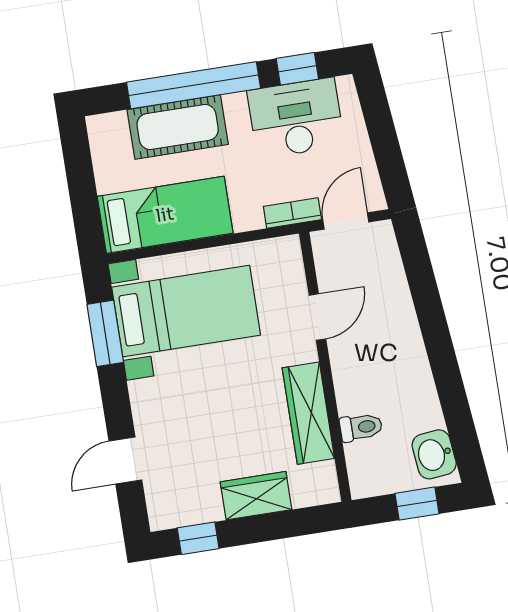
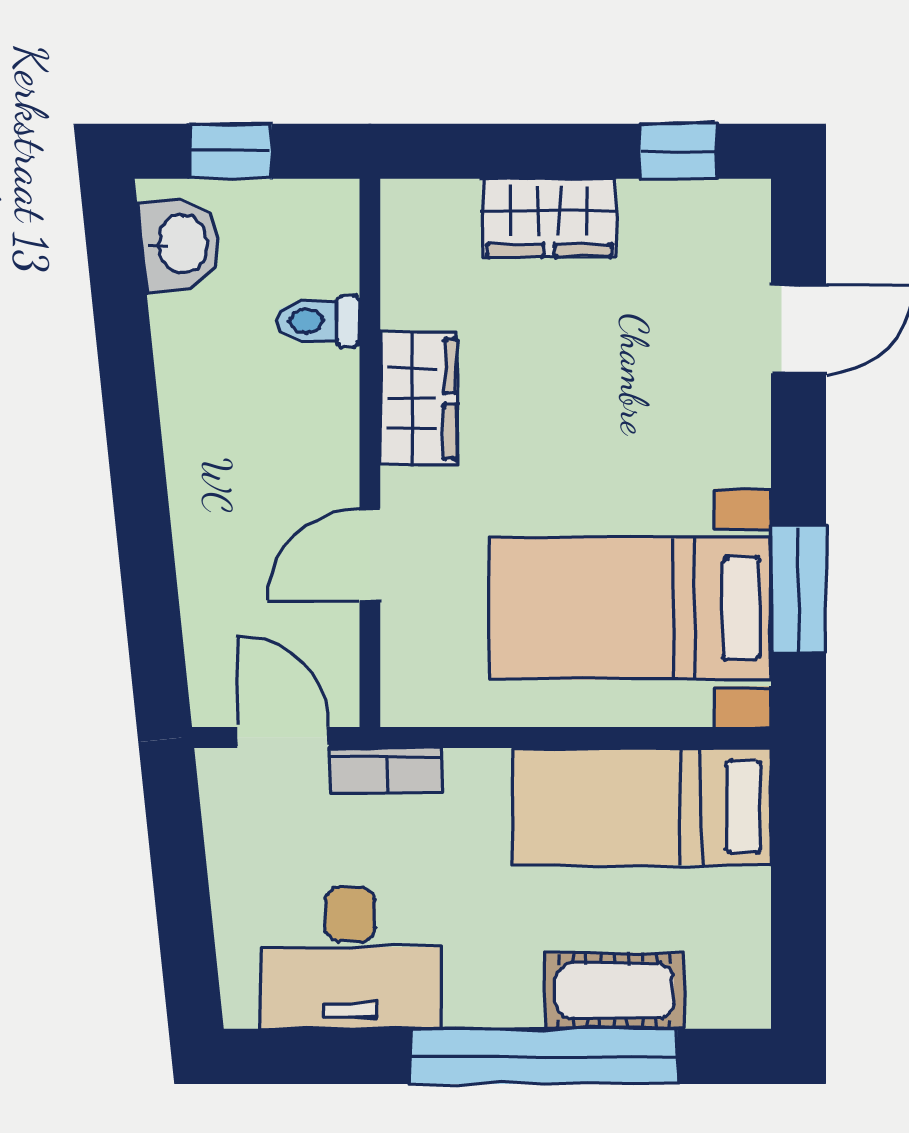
window: (297, 69) -> (331, 1056), removed
cot: (178, 127) -> (615, 991), width x0.73, depth x0.75
door: (346, 221) -> (283, 737), swing flipped
wardrobe: (308, 413) -> (418, 399), width x0.67

